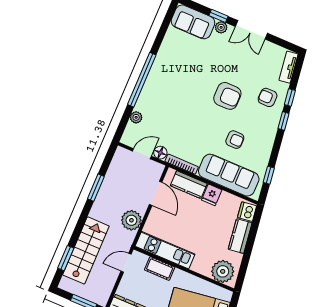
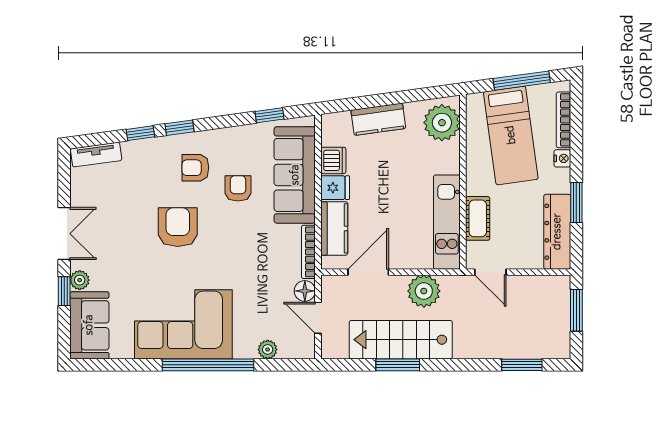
corner sofa: (171, 76) -> (183, 324), added
armchair: (268, 97) -> (195, 168), moved, turned 90
dishwasher: (247, 212) -> (333, 160), moved, turned -82
stairs: (86, 250) -> (401, 340), moved

